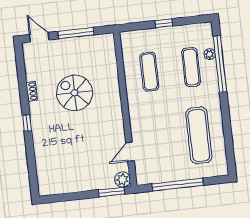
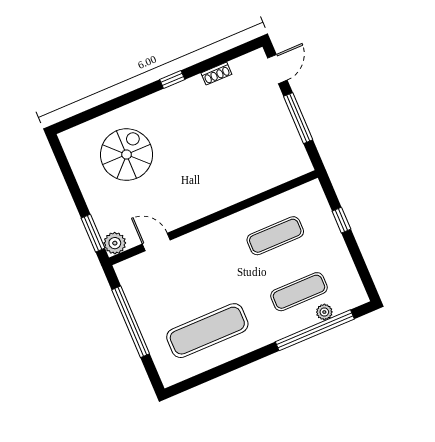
window: (164, 23) -> (341, 220), moved
shoe rack: (32, 91) -> (216, 74), moved
spiral stairs: (75, 93) -> (127, 155), moved
window: (27, 123) -> (172, 79), moved

